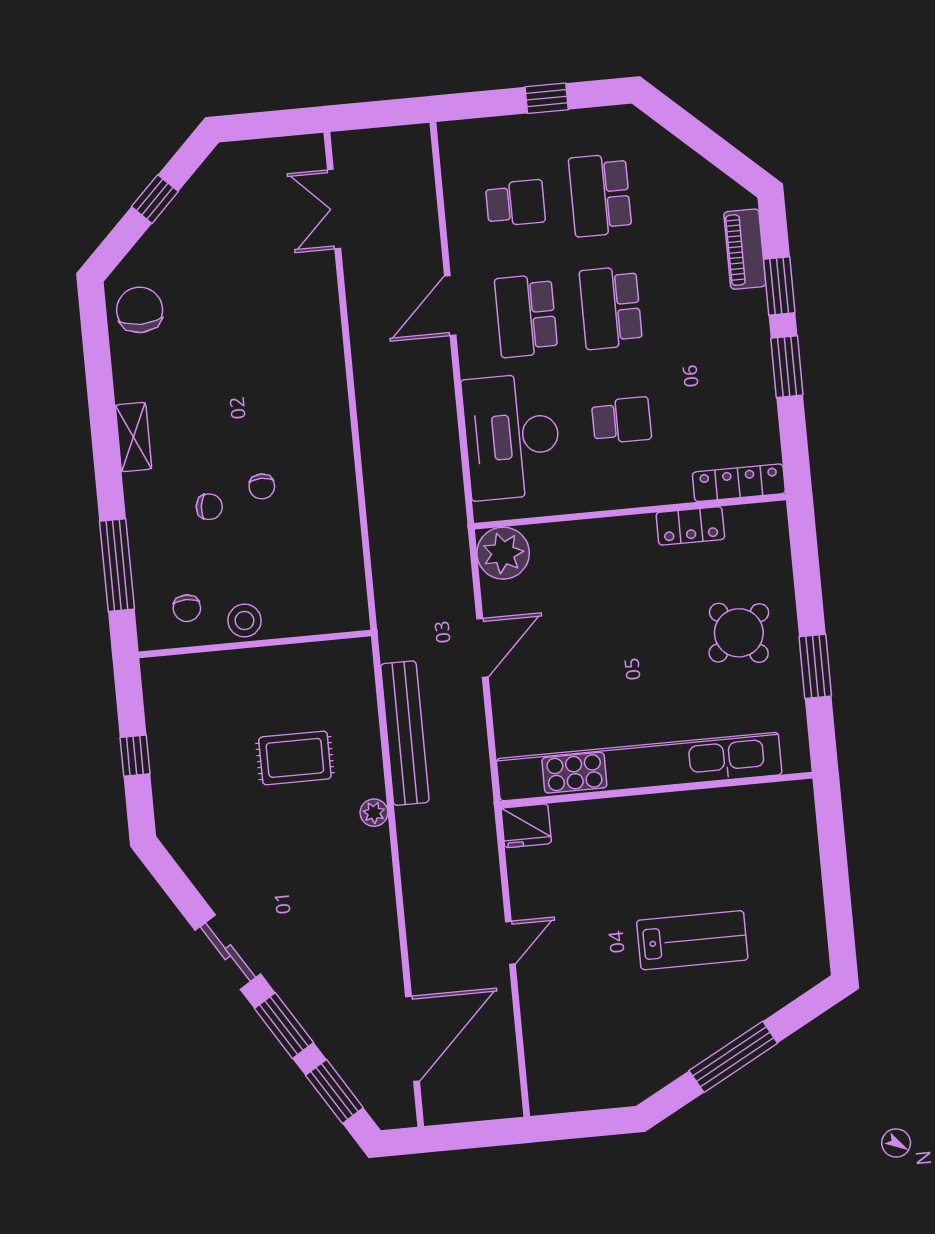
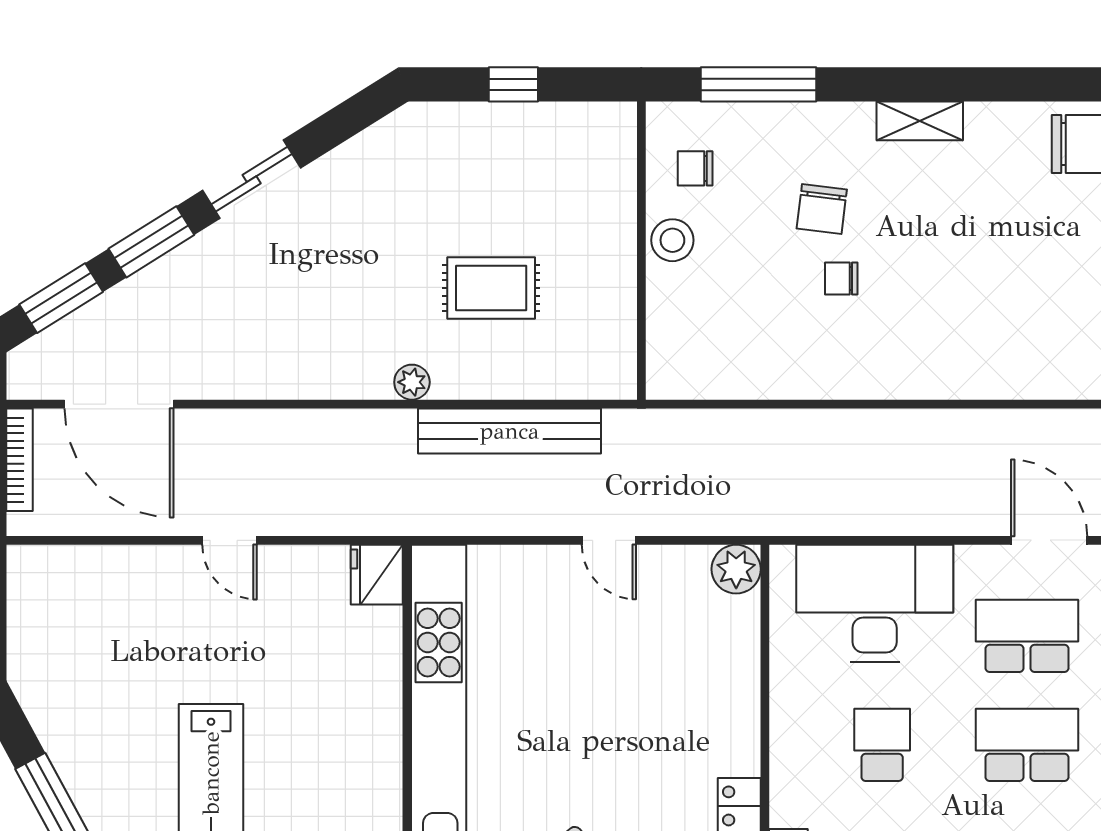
school desk: (621, 420) -> (882, 745), turned 180
chair: (209, 507) -> (822, 209), width x1.37, depth x1.37
plant: (503, 553) -> (736, 569), width x0.73, depth x0.73
door: (483, 648) -> (609, 540), width x0.73
rug: (295, 758) -> (491, 288), turned 90
bookcase: (463, 1112) -> (19, 460), added

